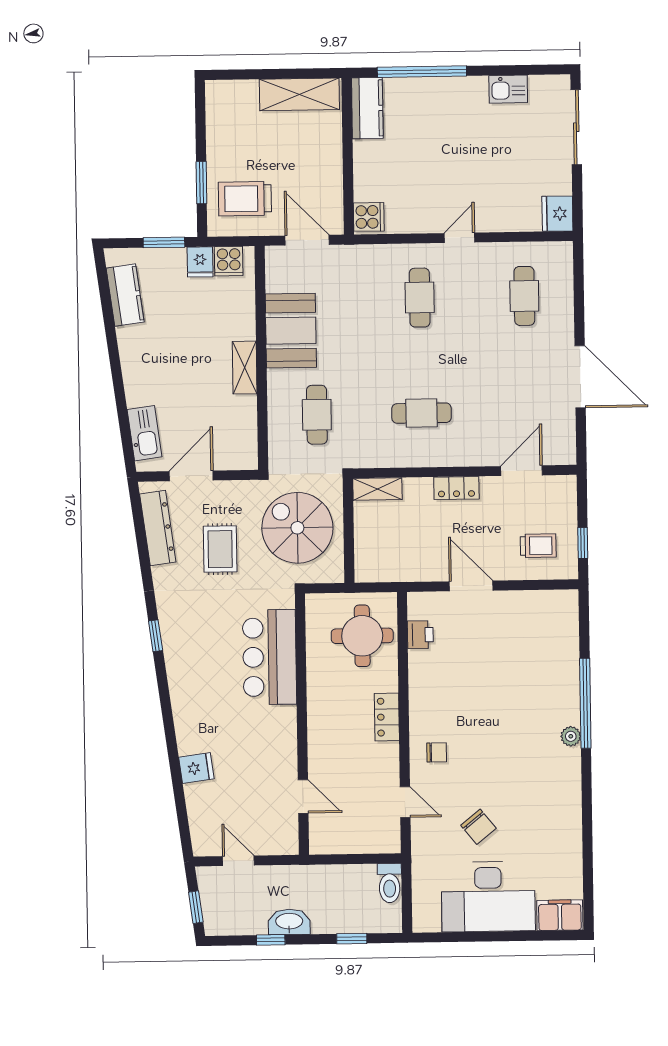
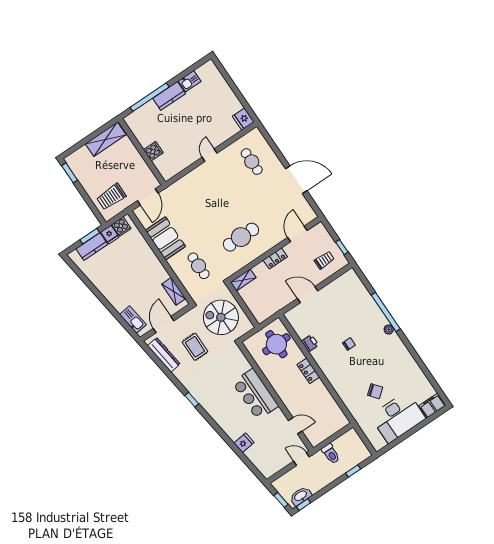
kitchen counter: (367, 108) -> (169, 96), moved, turned 90
sliding door: (576, 127) -> (228, 79), removed
window: (201, 183) -> (70, 173), moved
cooker: (369, 217) -> (153, 151), moved
door: (307, 240) -> (148, 197), swing flipped
kitchen counter: (125, 295) -> (92, 247), moved, turned 98
cafe table: (420, 298) -> (209, 190), removed
shelving: (245, 368) -> (174, 291), moved
cafe table: (421, 413) -> (241, 237), width x1.37, depth x1.35
printer: (420, 635) -> (310, 343), moved
bar counter: (270, 657) -> (255, 394), moved
chair: (437, 752) -> (349, 344), moved
door: (405, 802) -> (339, 401), removed
door: (238, 861) -> (302, 459), moved
toilet: (390, 883) -> (331, 454), moved
washbasin: (289, 922) -> (301, 496), moved
window: (271, 940) -> (303, 505), moved

